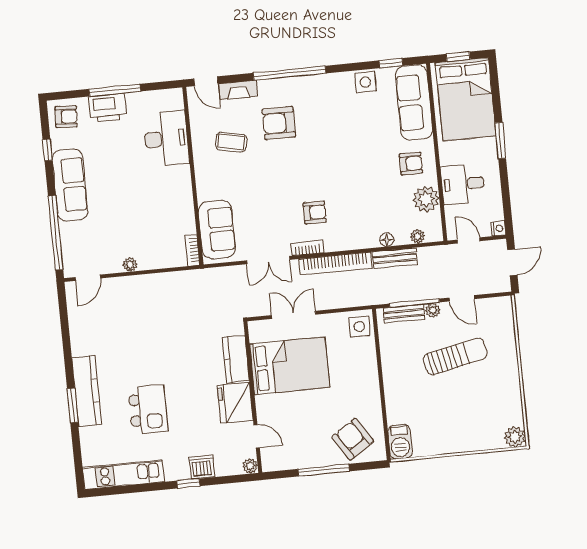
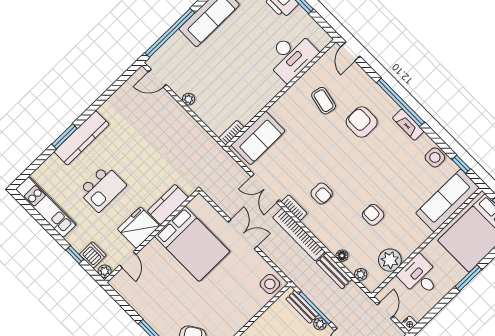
fireplace: (238, 90) -> (408, 125), moved
armchair: (411, 164) -> (373, 215), moved, turned 180
kitchen counter: (236, 359) -> (168, 204), moved
bed: (290, 366) -> (192, 244), moved
wall: (253, 397) -> (152, 236), moved
fridge: (235, 403) -> (138, 228), moved
door: (257, 436) -> (128, 260), moved
plant: (250, 466) -> (105, 271), moved

